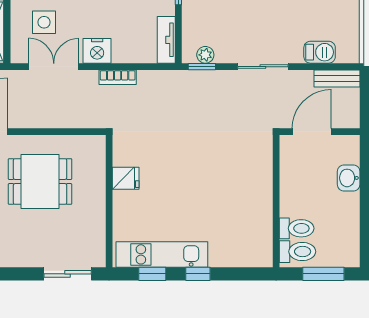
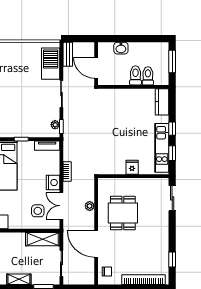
barbecue: (320, 52) -> (51, 64), width x1.88, depth x1.53
plant: (53, 119) -> (90, 206), added
fridge: (126, 178) -> (132, 167), moved
toilet: (298, 252) -> (135, 75), moved
kitchen counter: (248, 255) -> (162, 102), added

